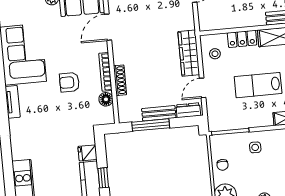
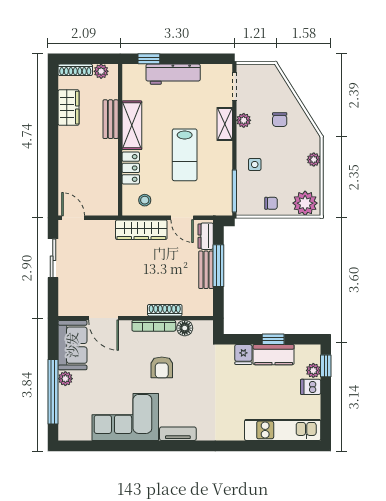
window: (151, 125) -> (218, 266), moved

